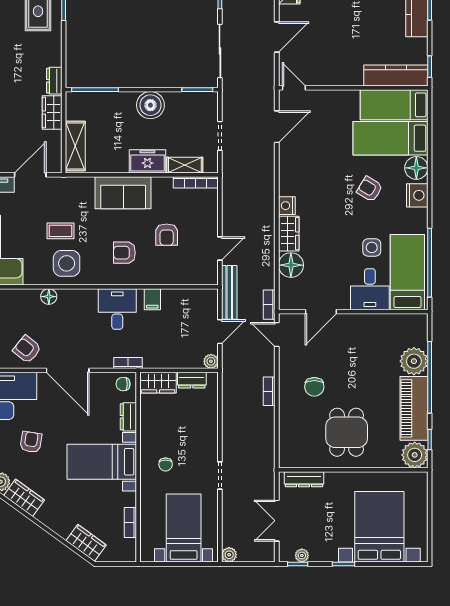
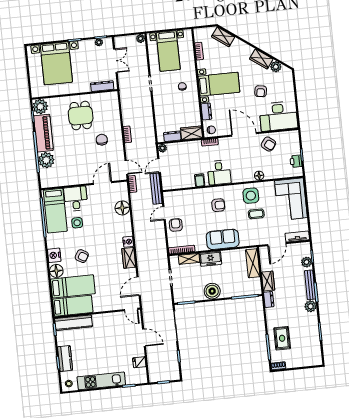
door: (277, 37) -> (144, 338), swing flipped
wardrobe: (289, 234) -> (129, 258), moved
armchair: (167, 235) -> (176, 225), moved

